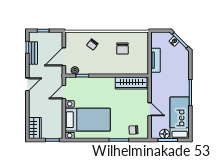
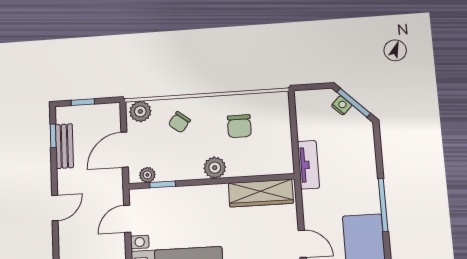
plant: (73, 37) -> (140, 111), added
tv unit: (156, 60) -> (308, 165), moved
plant: (109, 69) -> (215, 168), added

